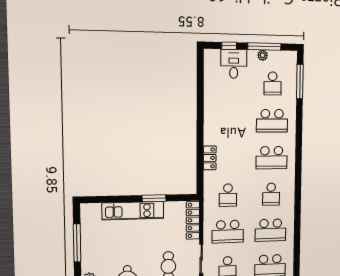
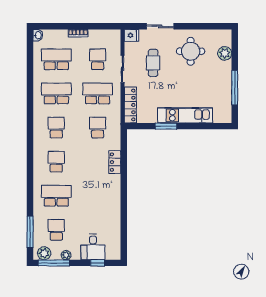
window: (264, 47) -> (54, 263), moved
plant: (286, 58) -> (44, 253), added
school desk: (272, 158) -> (56, 162), width x0.54

